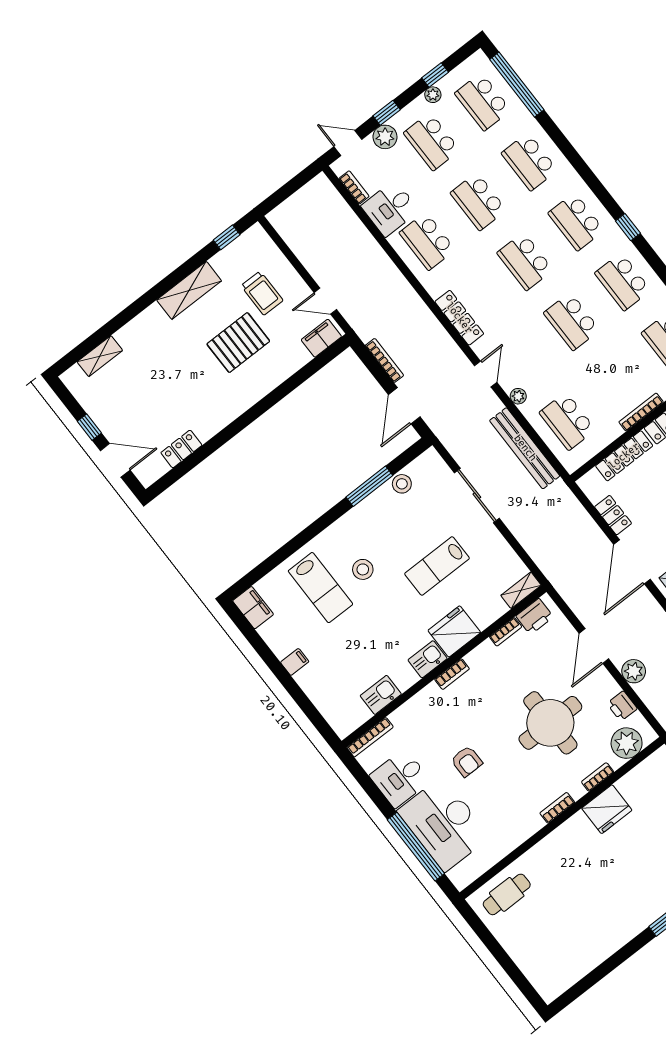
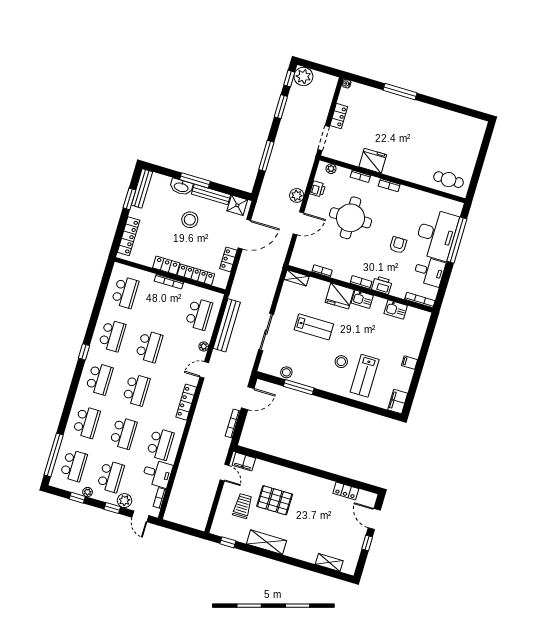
lab bench: (320, 588) -> (365, 376), turned 180
printer: (535, 617) -> (382, 285), moved
plant: (627, 743) -> (331, 169), width x0.53, depth x0.53

